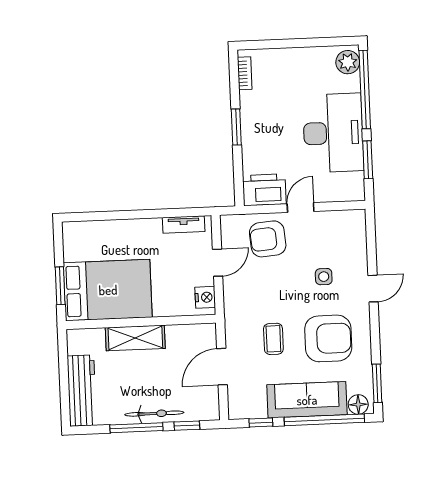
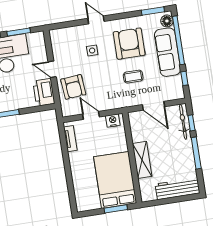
bicycle: (154, 414) -> (183, 122), moved

